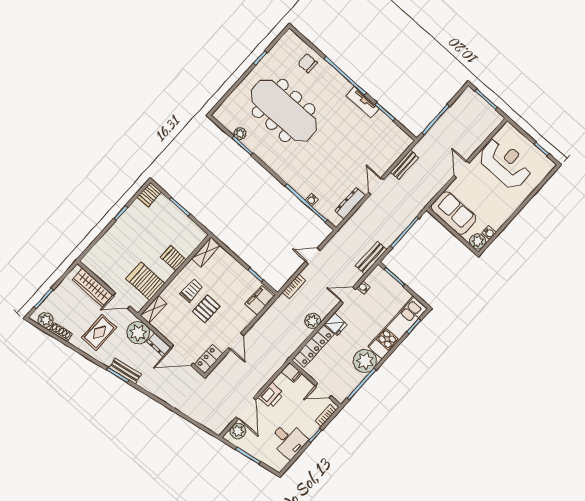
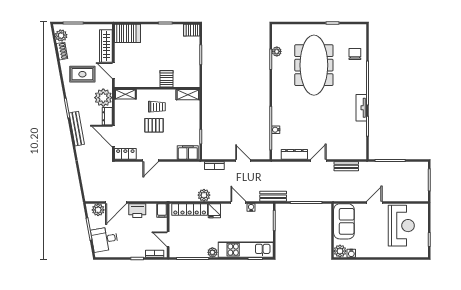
server rack: (145, 281) -> (127, 33), moved, turned 90
plant: (365, 361) -> (212, 252), width x0.53, depth x0.53
bench: (125, 371) -> (77, 129), moved, width x1.36
desk: (288, 440) -> (105, 239), moved, turned 80

